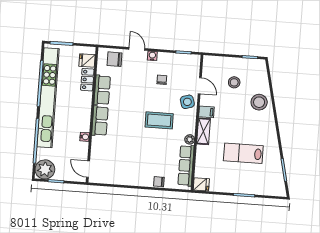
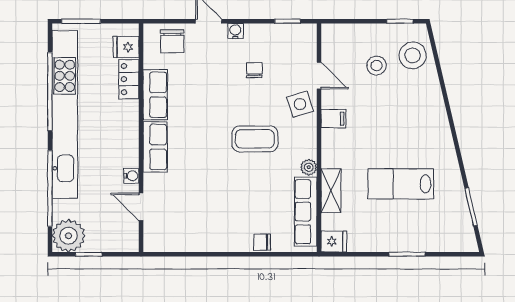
chair: (115, 59) -> (172, 41), turned -90
stool: (259, 102) -> (413, 55), moved
shelving: (204, 131) -> (331, 191), moved
door: (88, 169) -> (141, 207), moved

